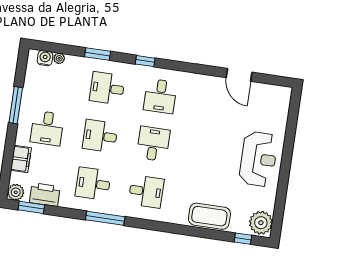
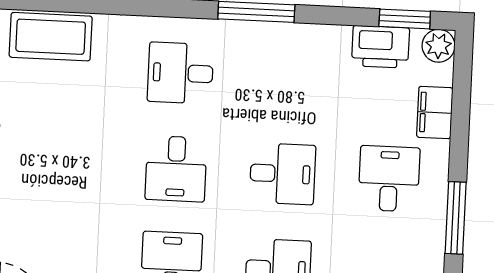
desk: (93, 184) -> (287, 78), removed

